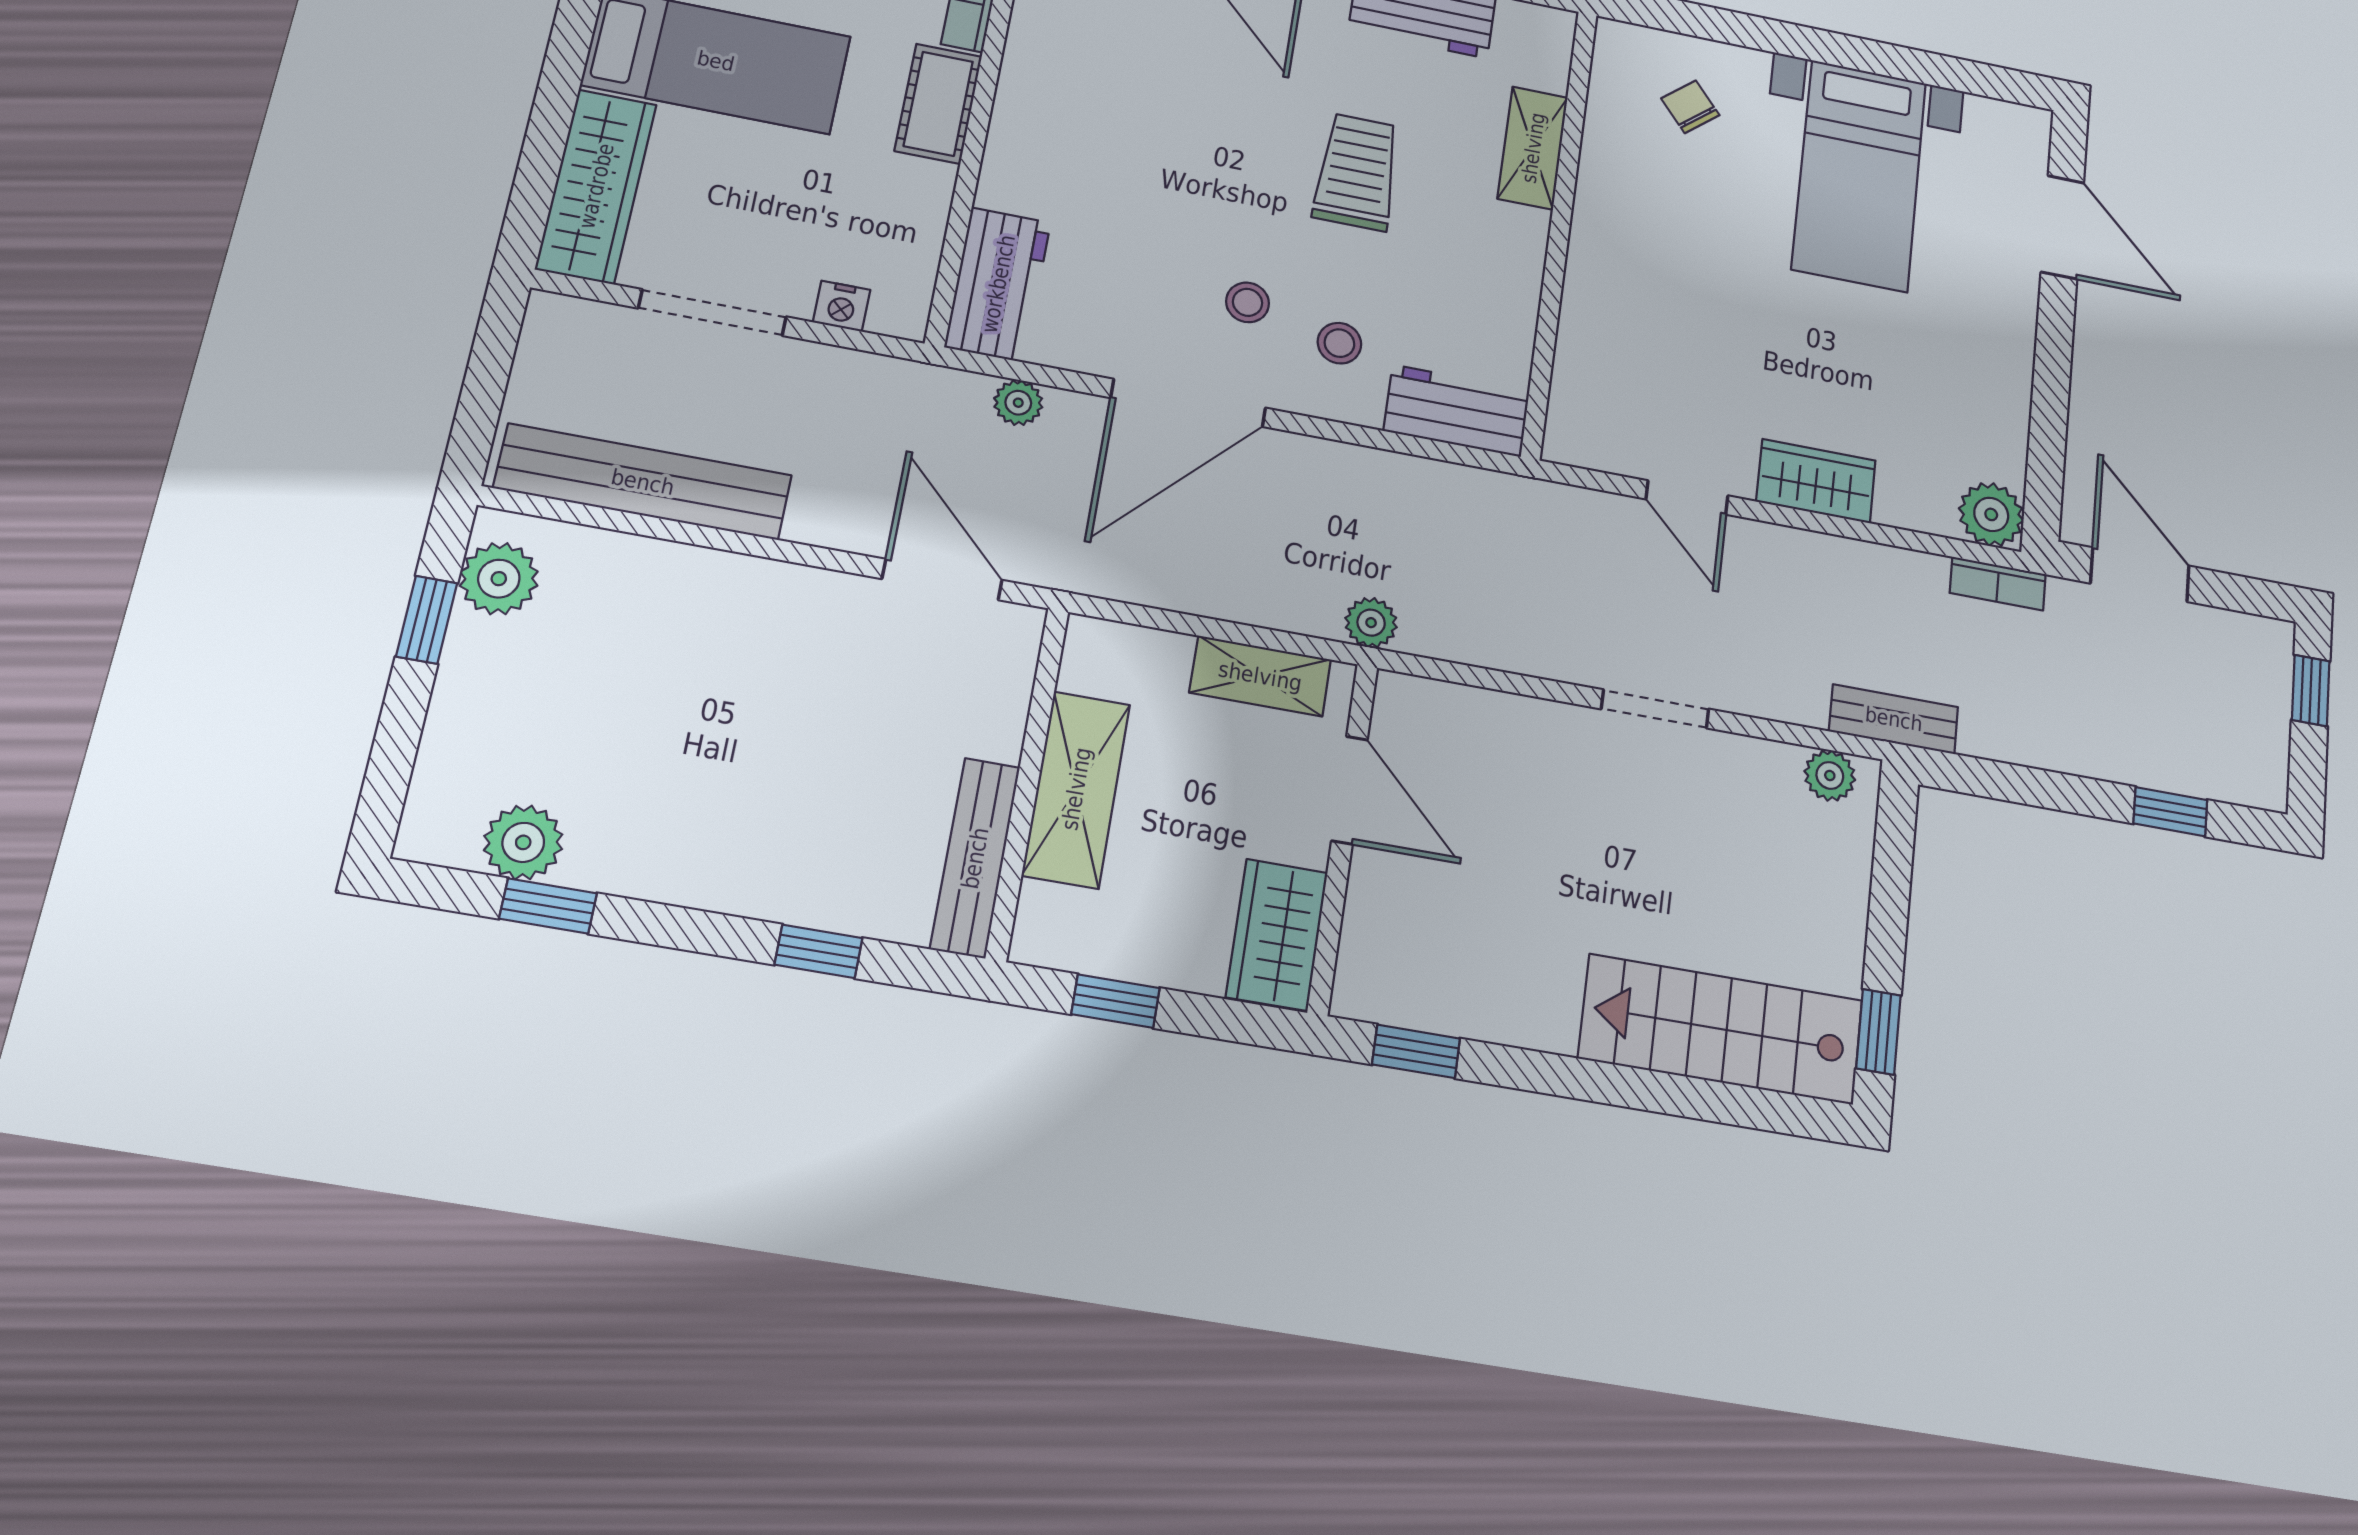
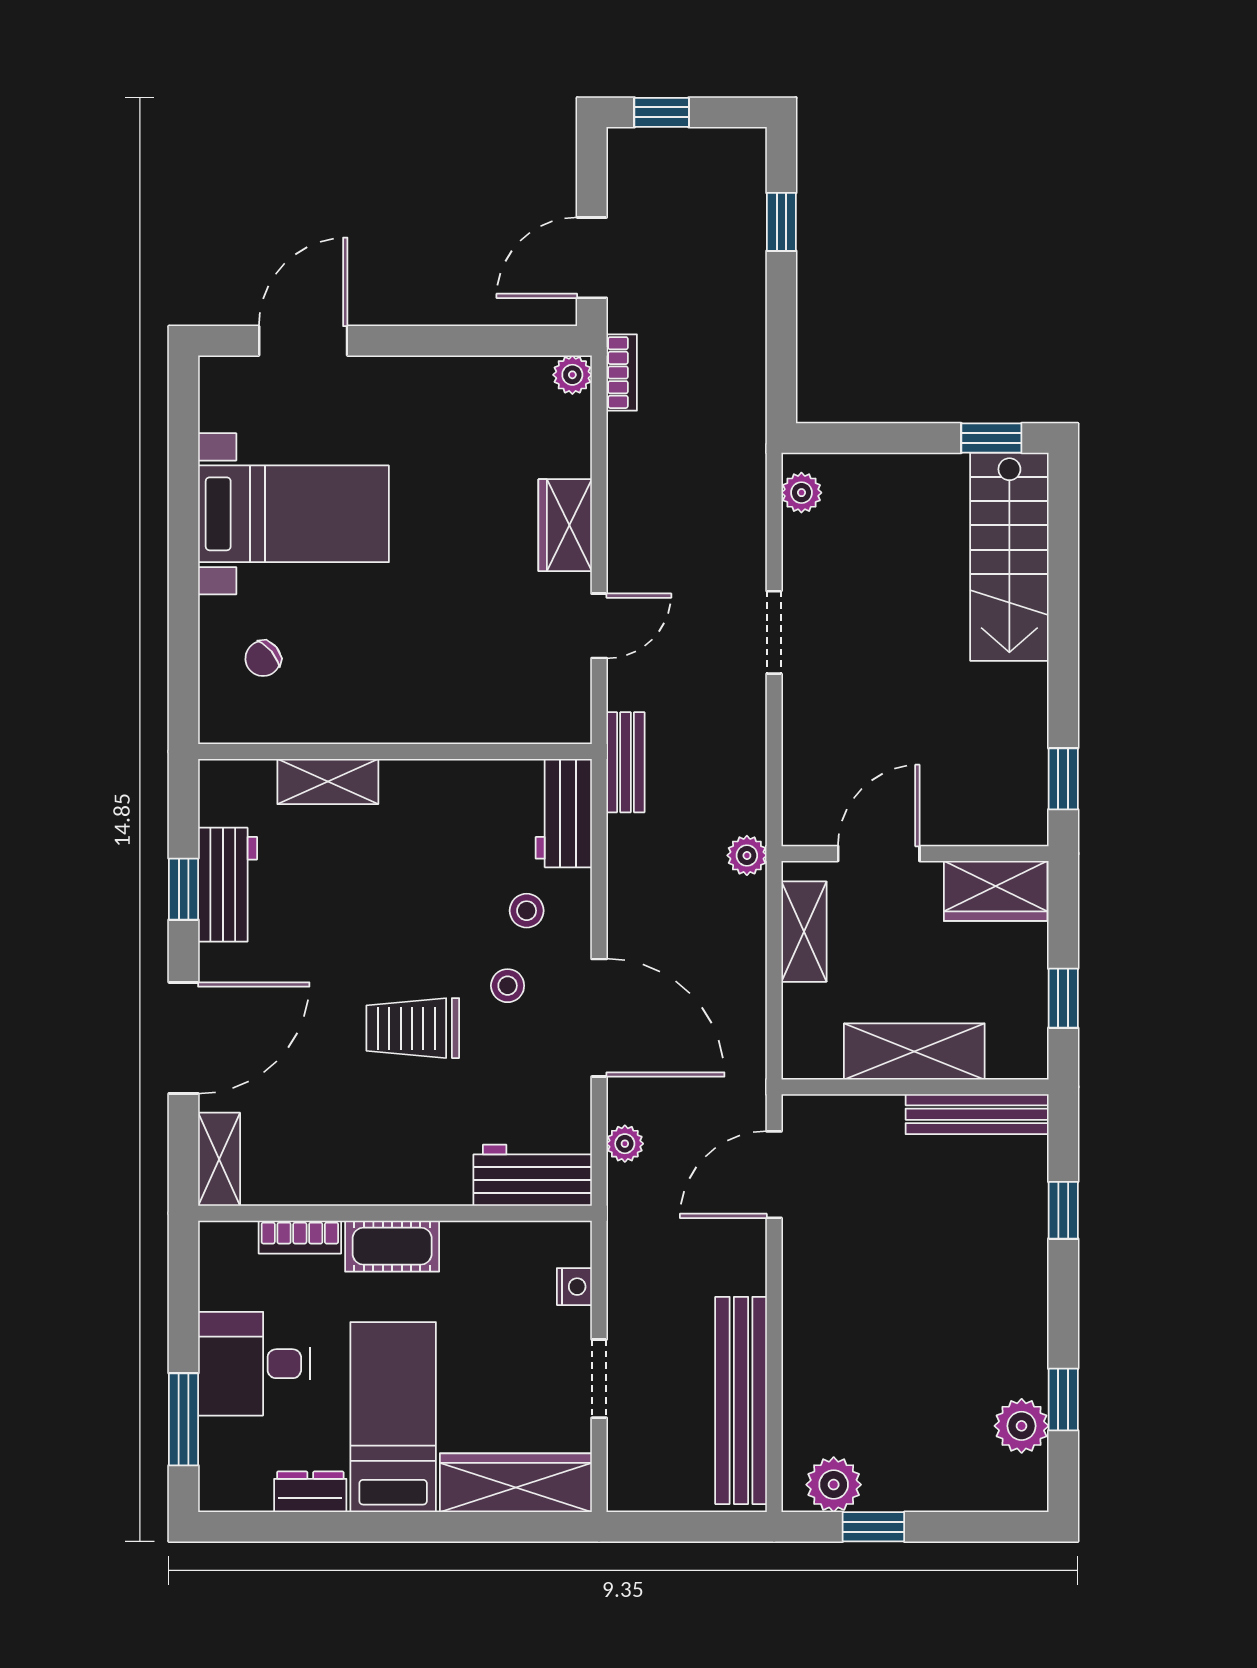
trolley: (1357, 172) -> (413, 1028), moved
doorway: (712, 313) -> (599, 1379), width x0.73
plant: (1991, 514) -> (572, 375), width x0.73, depth x0.73
bench: (1894, 719) -> (625, 762), moved

